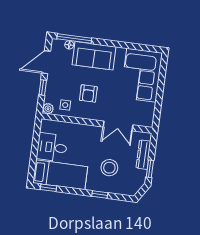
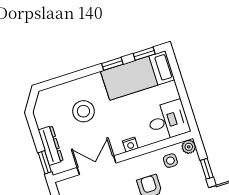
nightstand: (88, 129) -> (130, 145), added
desk: (52, 147) -> (168, 121), moved
window: (150, 169) -> (45, 162), moved
window: (100, 195) -> (112, 64), moved

